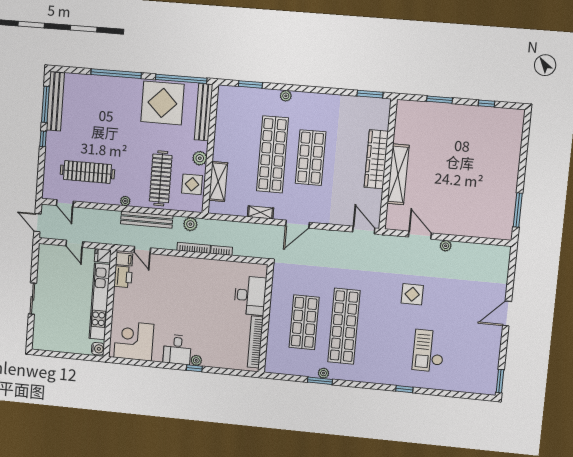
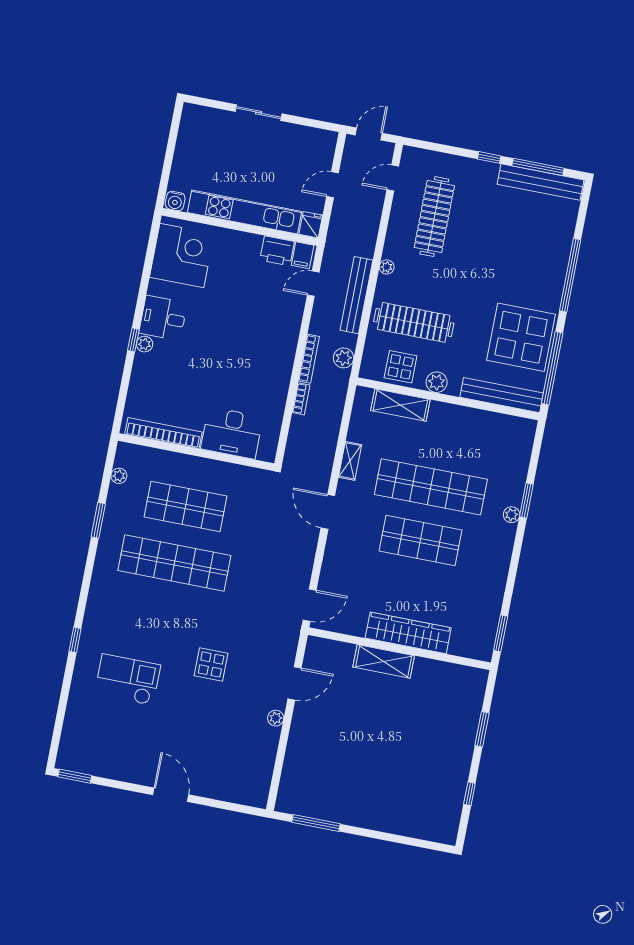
window: (250, 84) -> (526, 501), moved
shelving: (398, 174) -> (384, 661), width x0.68
plant: (323, 373) -> (119, 476), moved

